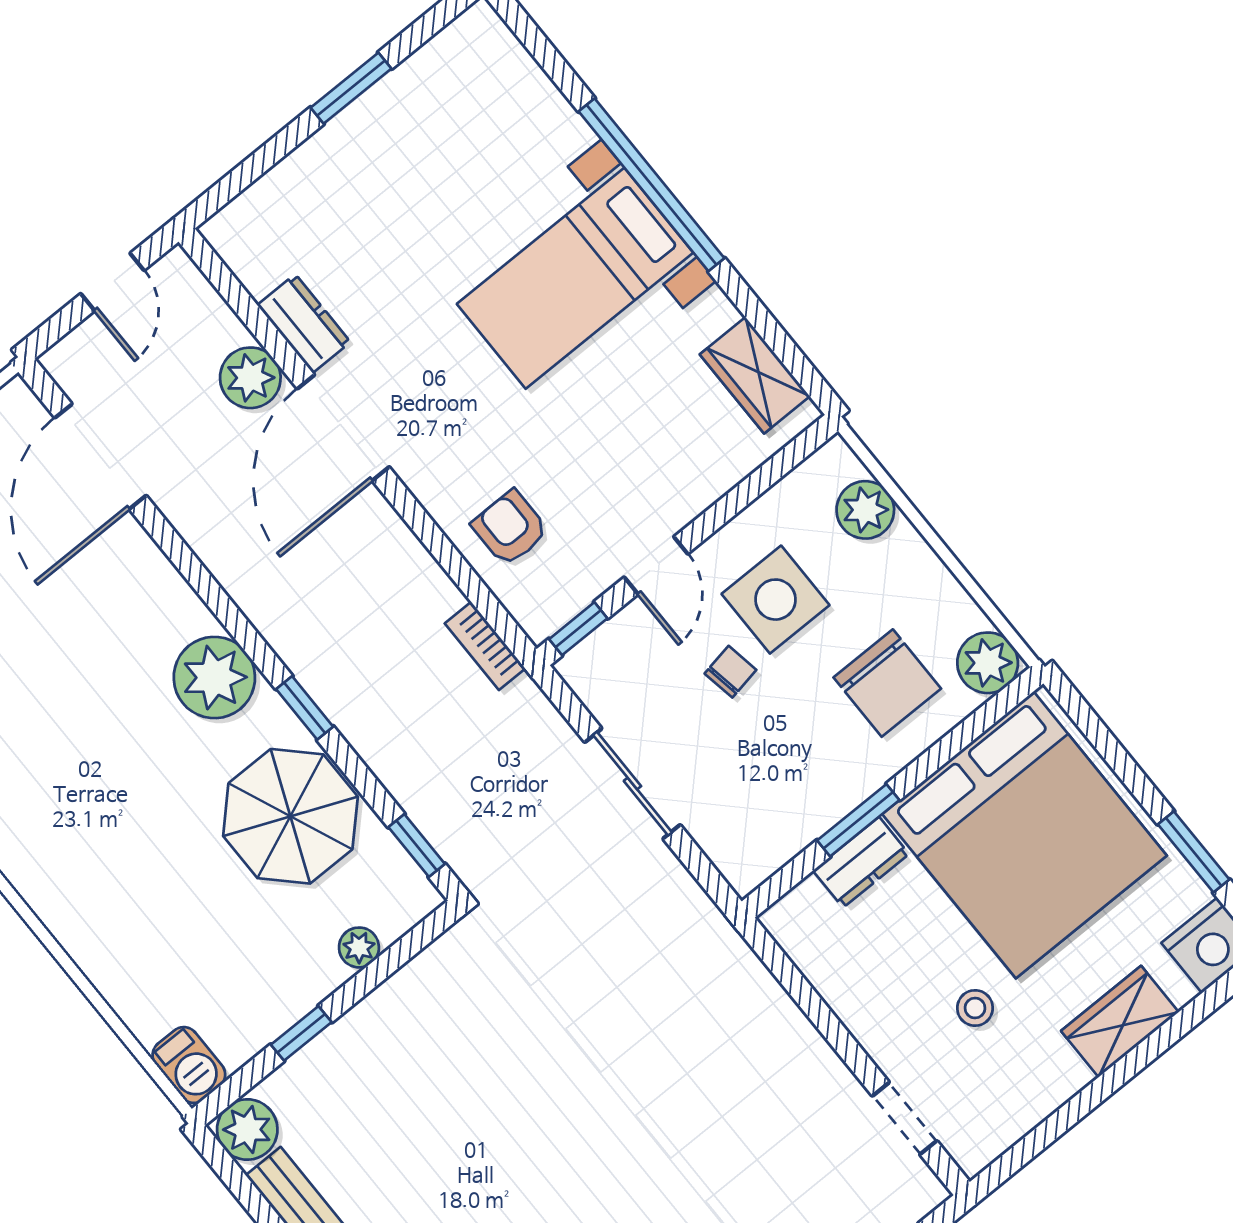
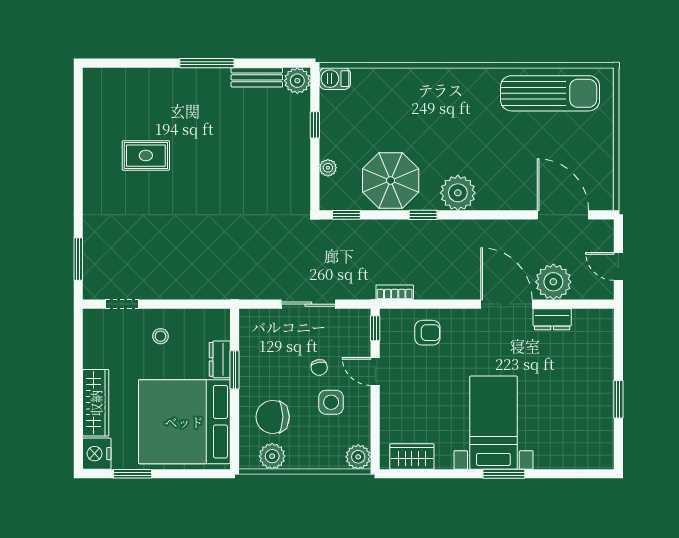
window: (652, 185) -> (504, 474), width x0.47
plant: (250, 378) -> (553, 282), width x1.36, depth x1.36
plant: (865, 510) -> (358, 457), moved
side table: (775, 600) -> (331, 402), width x0.73, depth x0.73
plant: (988, 663) -> (272, 456), moved
stool: (975, 1008) -> (161, 336), moved
wardrobe: (1120, 1022) -> (96, 403), width x1.50

